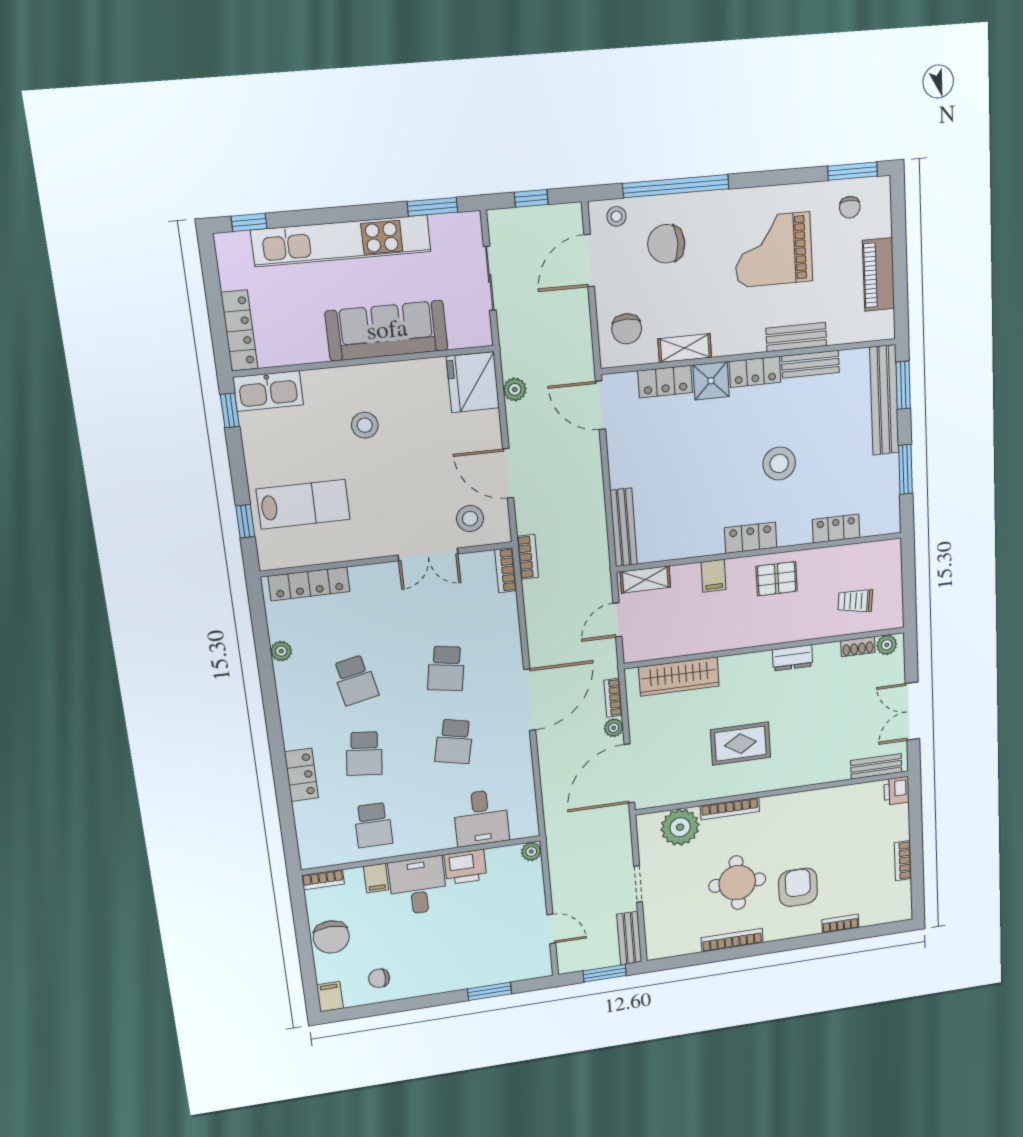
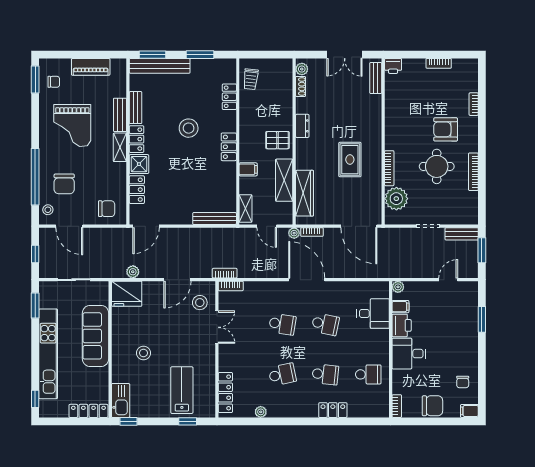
shelving: (685, 348) -> (120, 147), moved
pallet: (777, 579) -> (277, 140), moved, turned 90
trolley: (855, 601) -> (251, 79), moved
shelving: (699, 640) -> (284, 180), added
plant: (614, 728) -> (294, 233), moved
filing cabinet: (376, 878) -> (400, 307), moved

